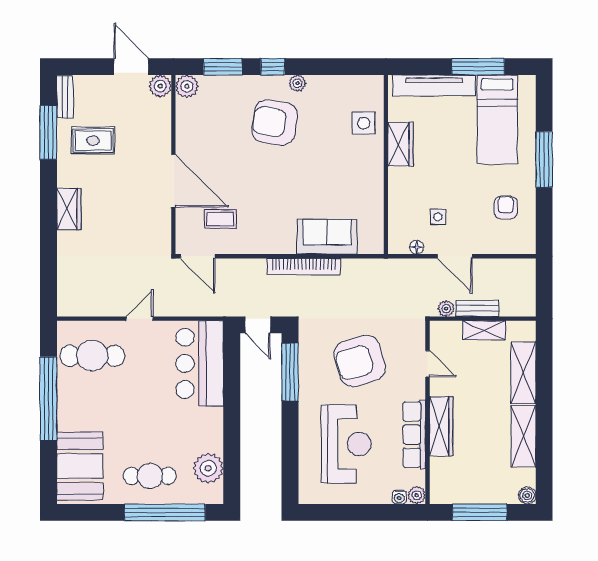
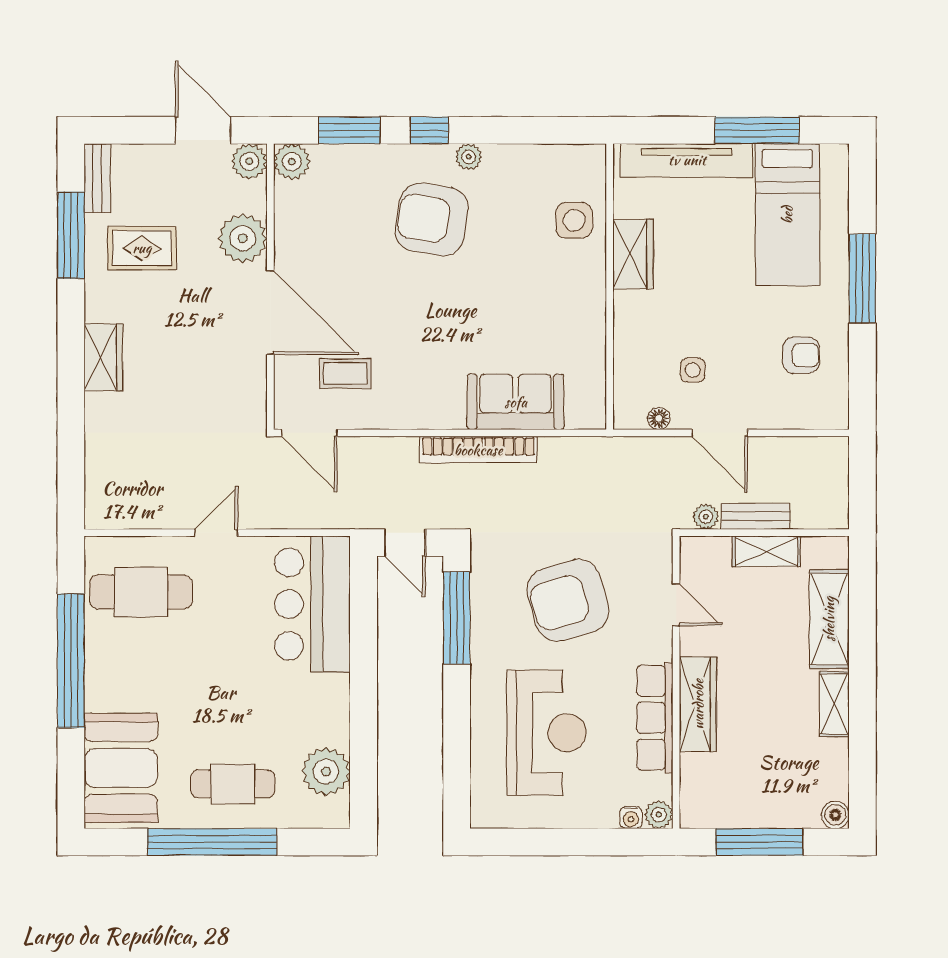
plant: (156, 134) -> (243, 238), added
armchair: (506, 208) -> (801, 355), turned 90
shelving: (524, 436) -> (834, 704), width x0.67, depth x0.75
window: (165, 512) -> (212, 842), moved

